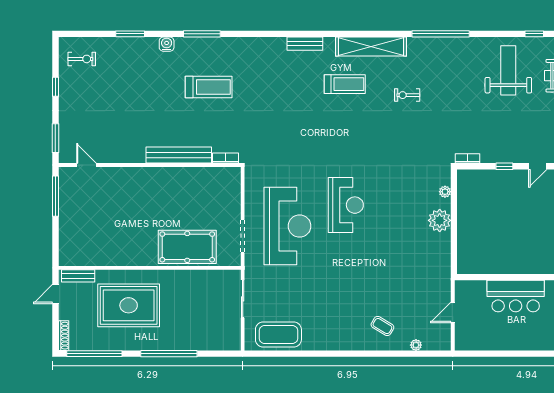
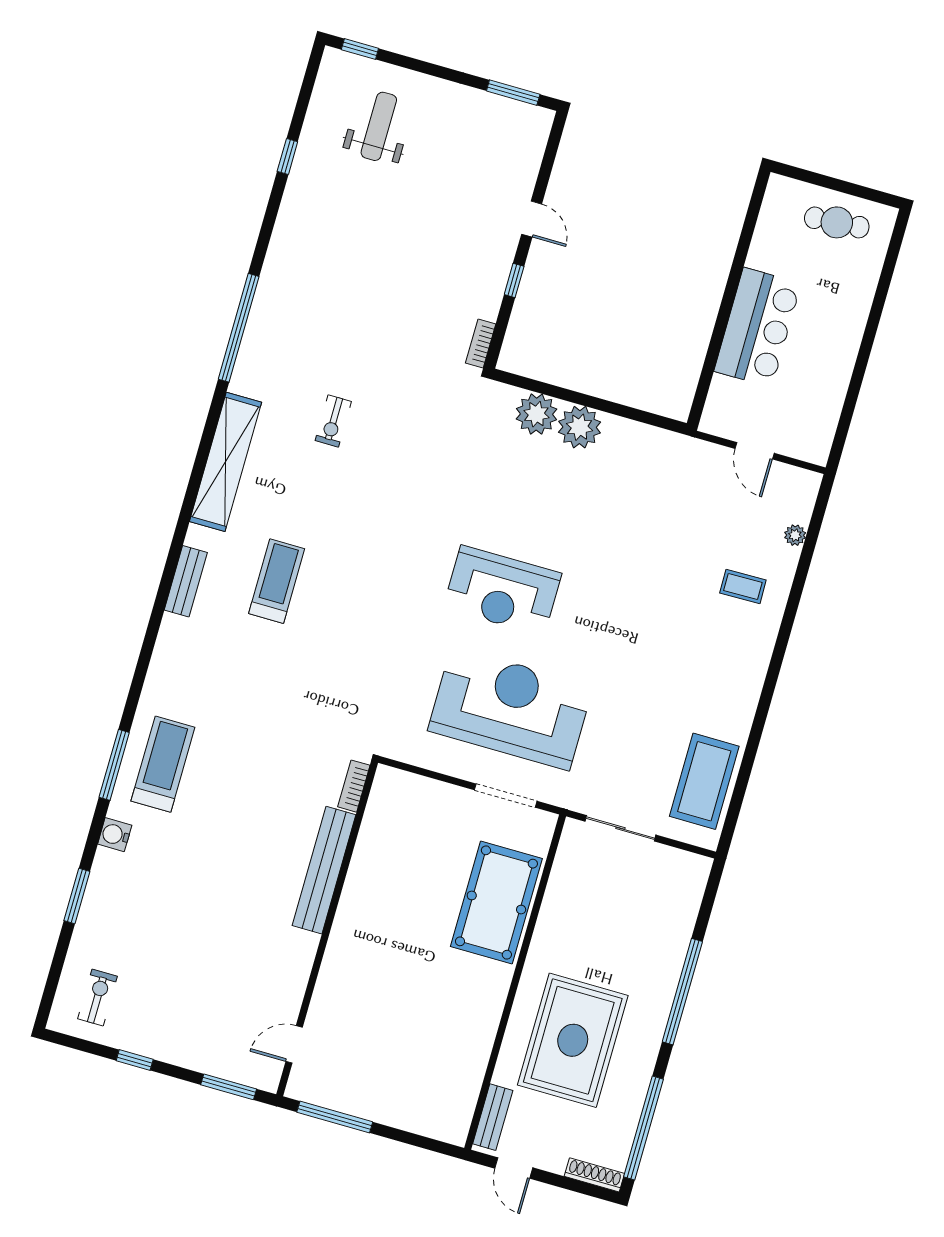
weight bench: (508, 70) -> (341, 223), removed
treadmill: (345, 84) -> (277, 581), moved
treadmill: (209, 87) -> (163, 764), moved
plant: (445, 192) -> (536, 414), width x1.88, depth x1.88
reception desk: (346, 205) -> (502, 591), turned 180
coffee table: (382, 326) -> (743, 587), turned 58

